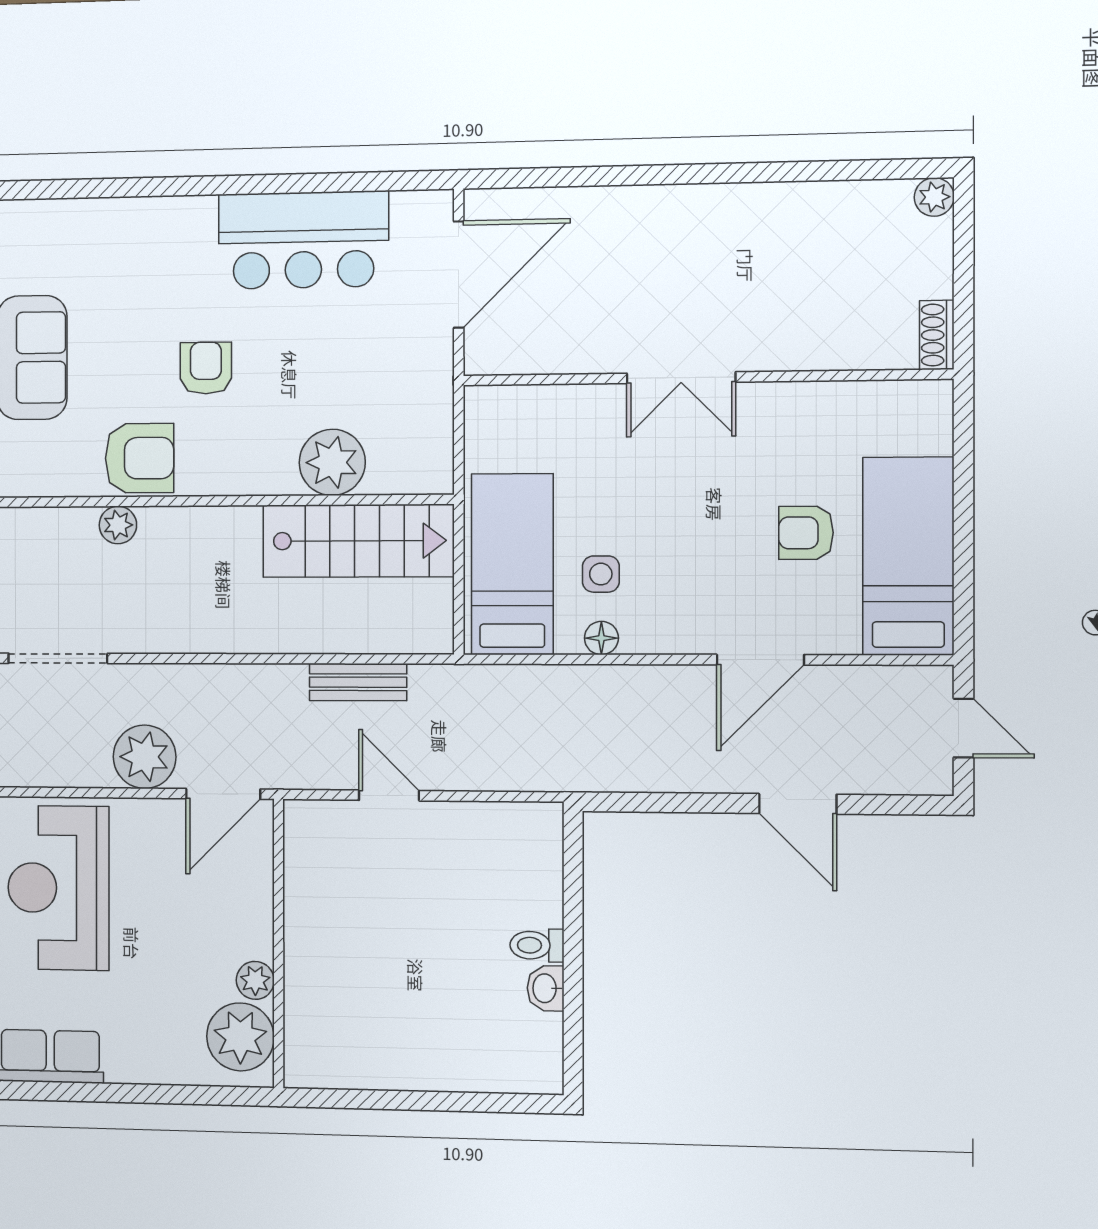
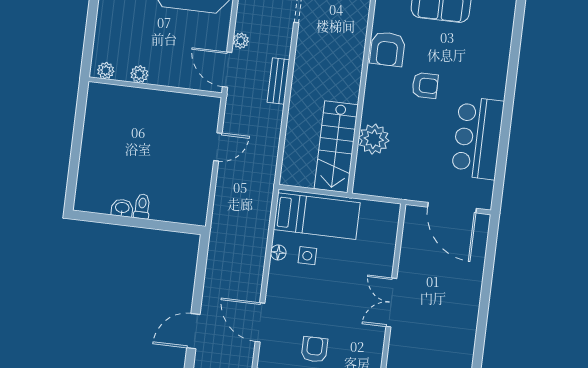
plant: (118, 525) -> (358, 35), removed
bench: (358, 682) -> (278, 81), moved
plant: (145, 757) -> (241, 41), width x0.53, depth x0.53
plant: (240, 1037) -> (106, 71), width x0.53, depth x0.53

